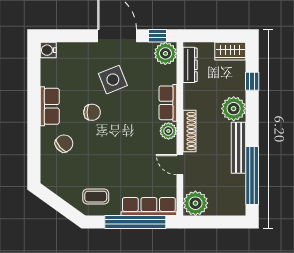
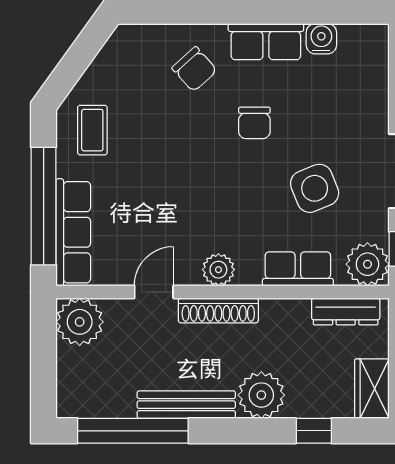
water cooler: (48, 50) -> (321, 39), moved
side table: (113, 80) -> (315, 188), moved
row of seats: (168, 103) -> (298, 269), moved

